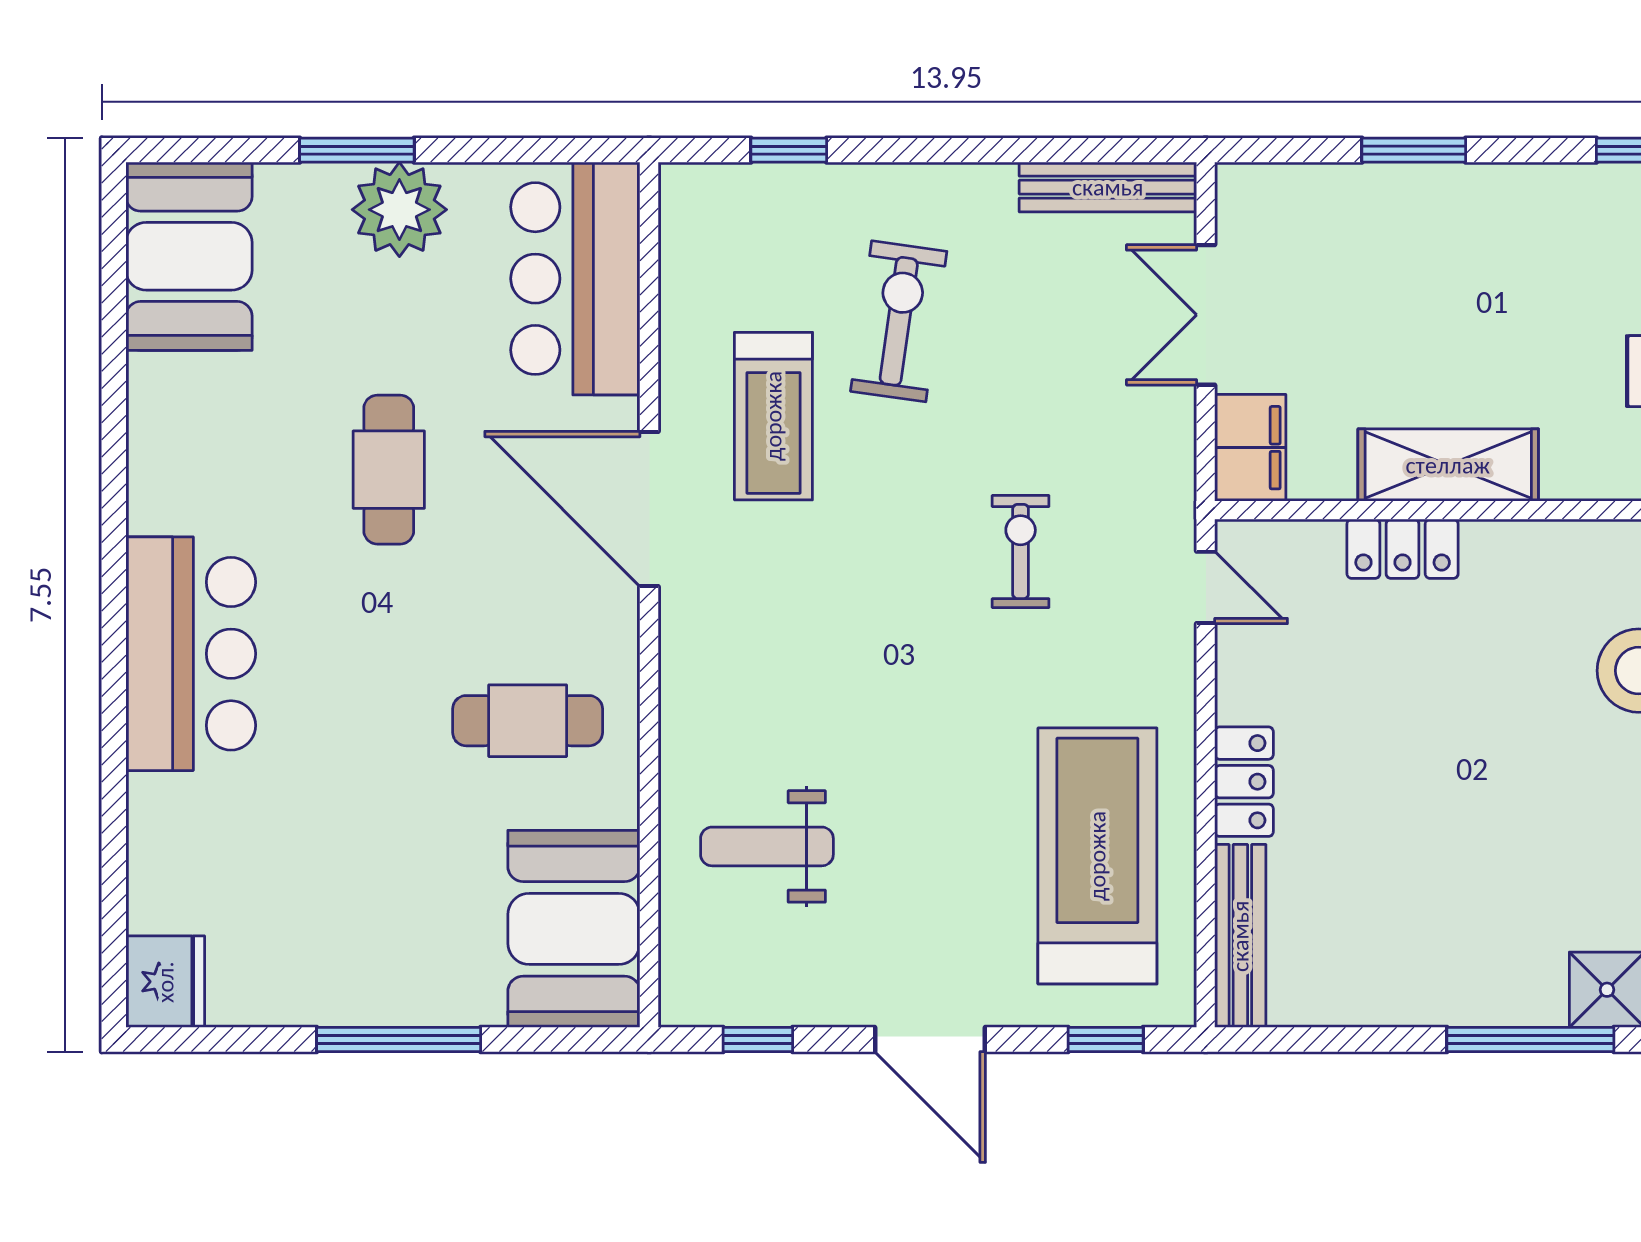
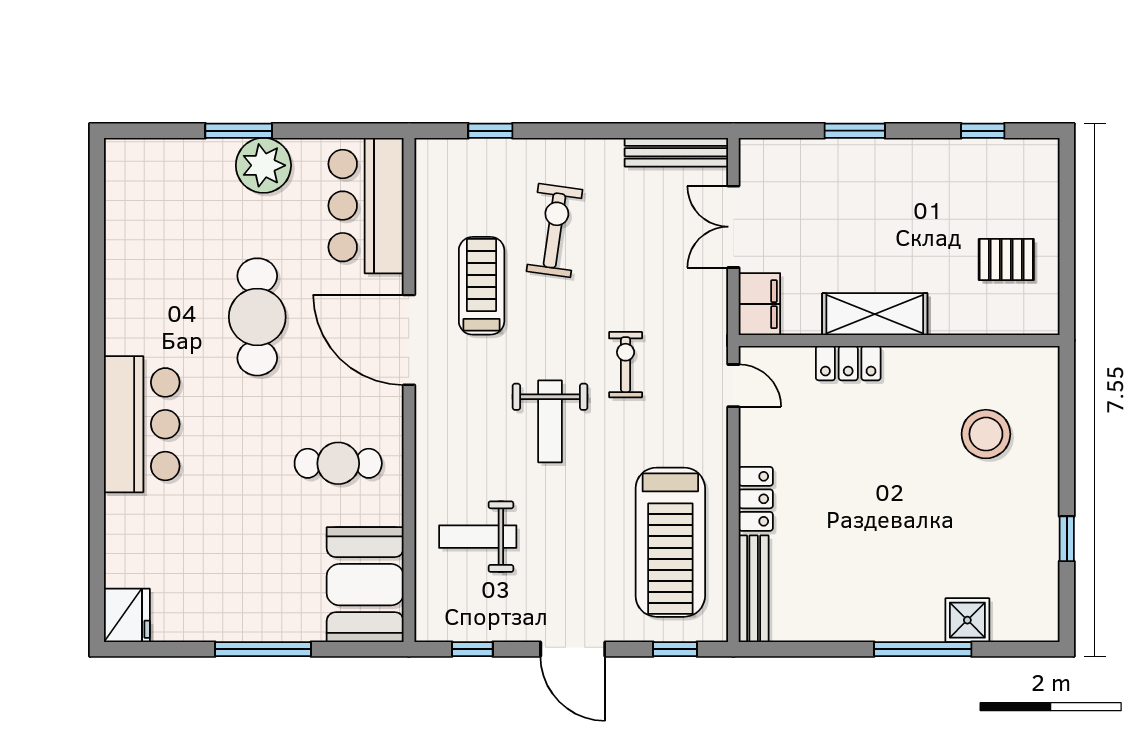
booth: (189, 256) -> (141, 193), removed
treadmill: (773, 416) -> (482, 286), turned 180
cafe table: (389, 470) -> (257, 317), width x1.37, depth x1.35
weight bench: (891, 649) -> (550, 421), added
treadmill: (1097, 856) -> (670, 542), turned 180

